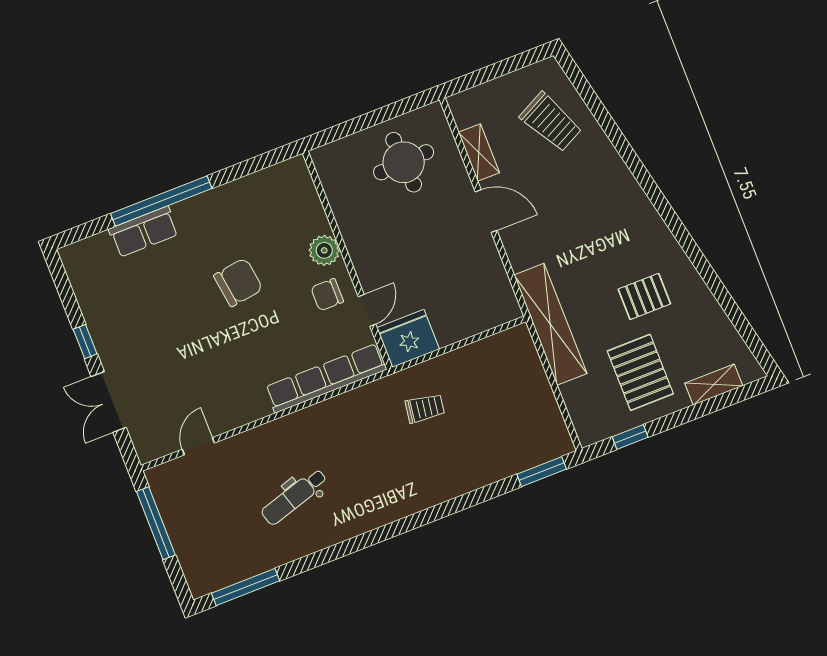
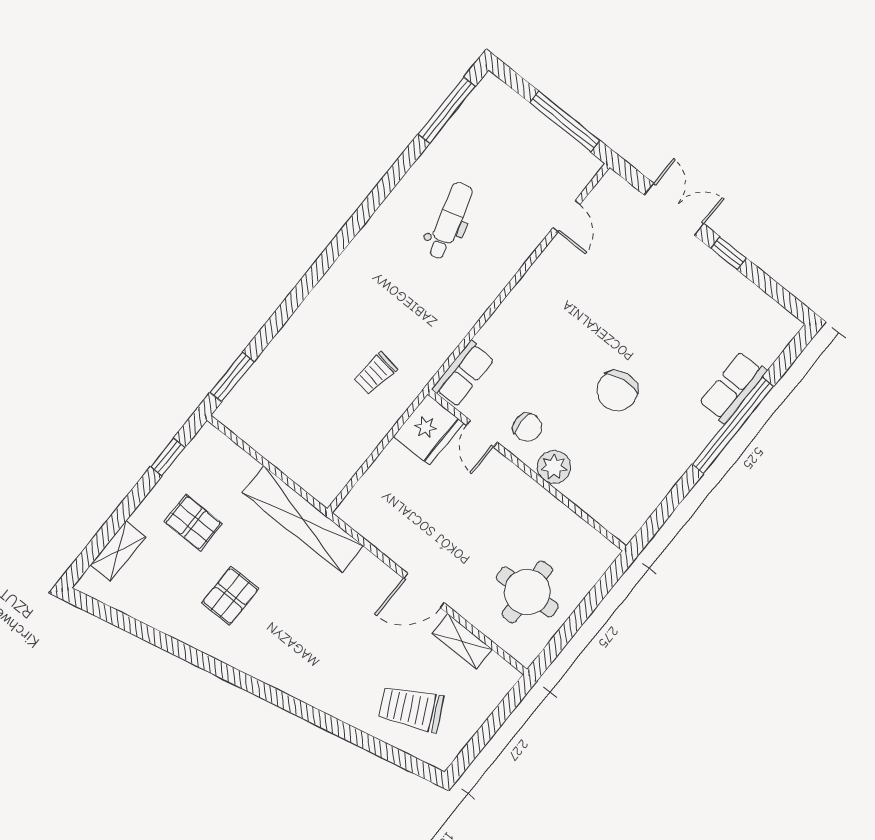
chair: (327, 295) -> (528, 427), turned 90
pallet: (640, 372) -> (193, 523), width x0.67, depth x0.71
row of seats: (326, 378) -> (463, 374), width x0.50

